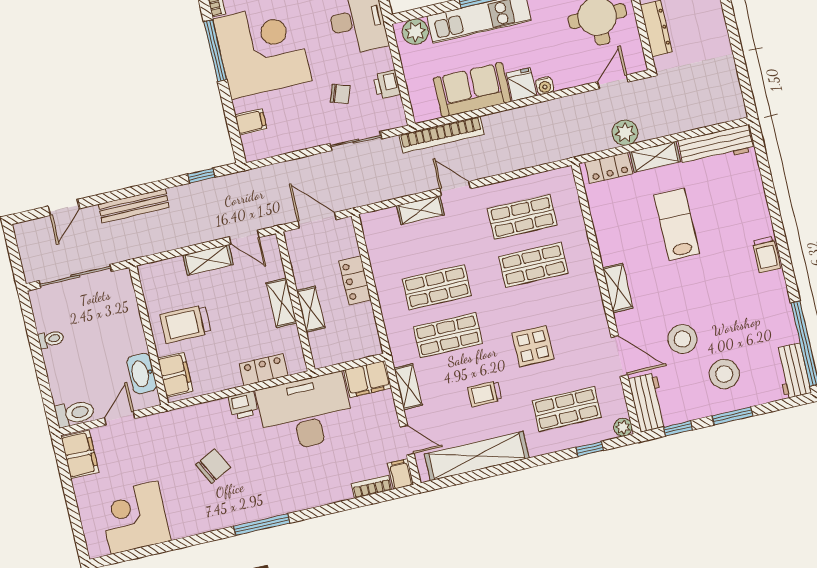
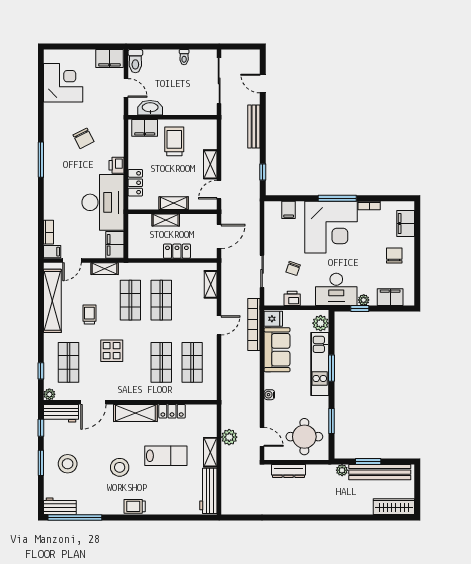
fridge: (522, 84) -> (273, 319), moved
locker: (609, 168) -> (172, 411), moved, turned -90
shelving: (420, 210) -> (211, 284), moved
shelving: (618, 288) -> (135, 413), width x1.50, depth x1.33
stool: (682, 339) -> (120, 467), moved

